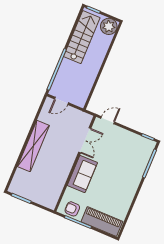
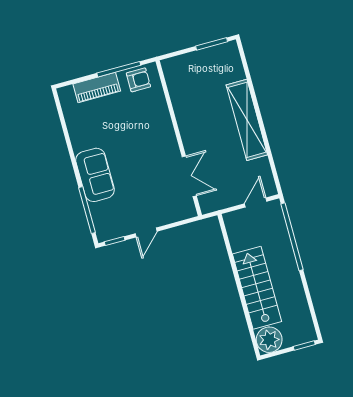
stairs: (82, 37) -> (257, 288), moved, turned 180
door: (108, 120) -> (146, 232), moved
double door: (85, 140) -> (189, 176), swing flipped
sofa: (82, 174) -> (95, 175), moved, turned 180
piano: (102, 222) -> (97, 88), width x0.73, depth x0.75

